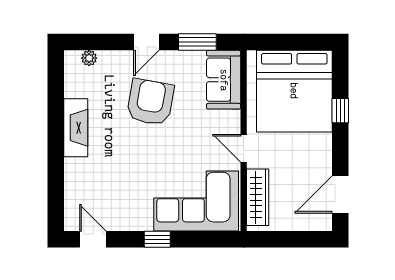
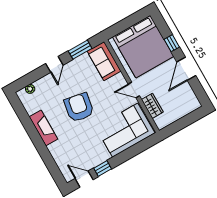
armchair: (150, 102) -> (79, 107), moved
door: (340, 195) -> (186, 69), moved
wardrobe: (258, 197) -> (152, 106), width x0.67
window: (157, 239) -> (103, 168), moved

